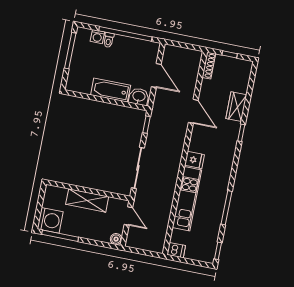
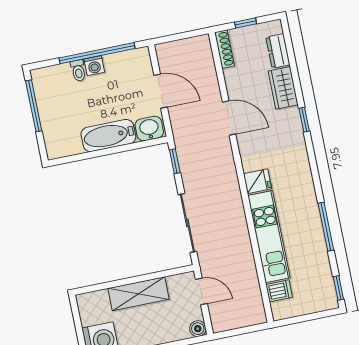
washing machine: (97, 37) -> (94, 66), moved
dresser: (243, 81) -> (278, 51), added
dishwasher: (176, 250) -> (279, 291), moved

